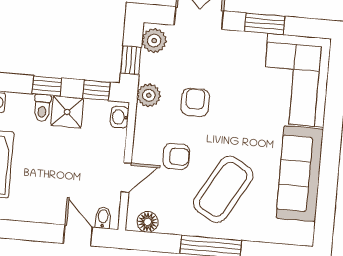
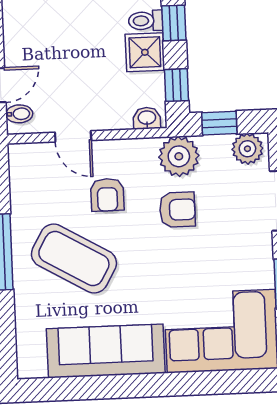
plant: (149, 95) -> (179, 156), width x1.36, depth x1.36
floor lamp: (148, 222) -> (21, 170), removed

